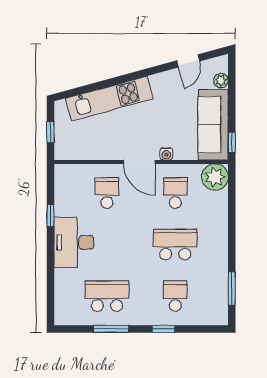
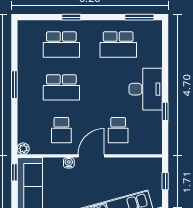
door: (139, 162) -> (91, 156), hinge flipped
plant: (215, 177) -> (23, 149), width x0.53, depth x0.53
window: (232, 288) -> (14, 85), moved
school desk: (175, 296) -> (61, 44), width x1.85
window: (111, 329) -> (139, 17), moved

